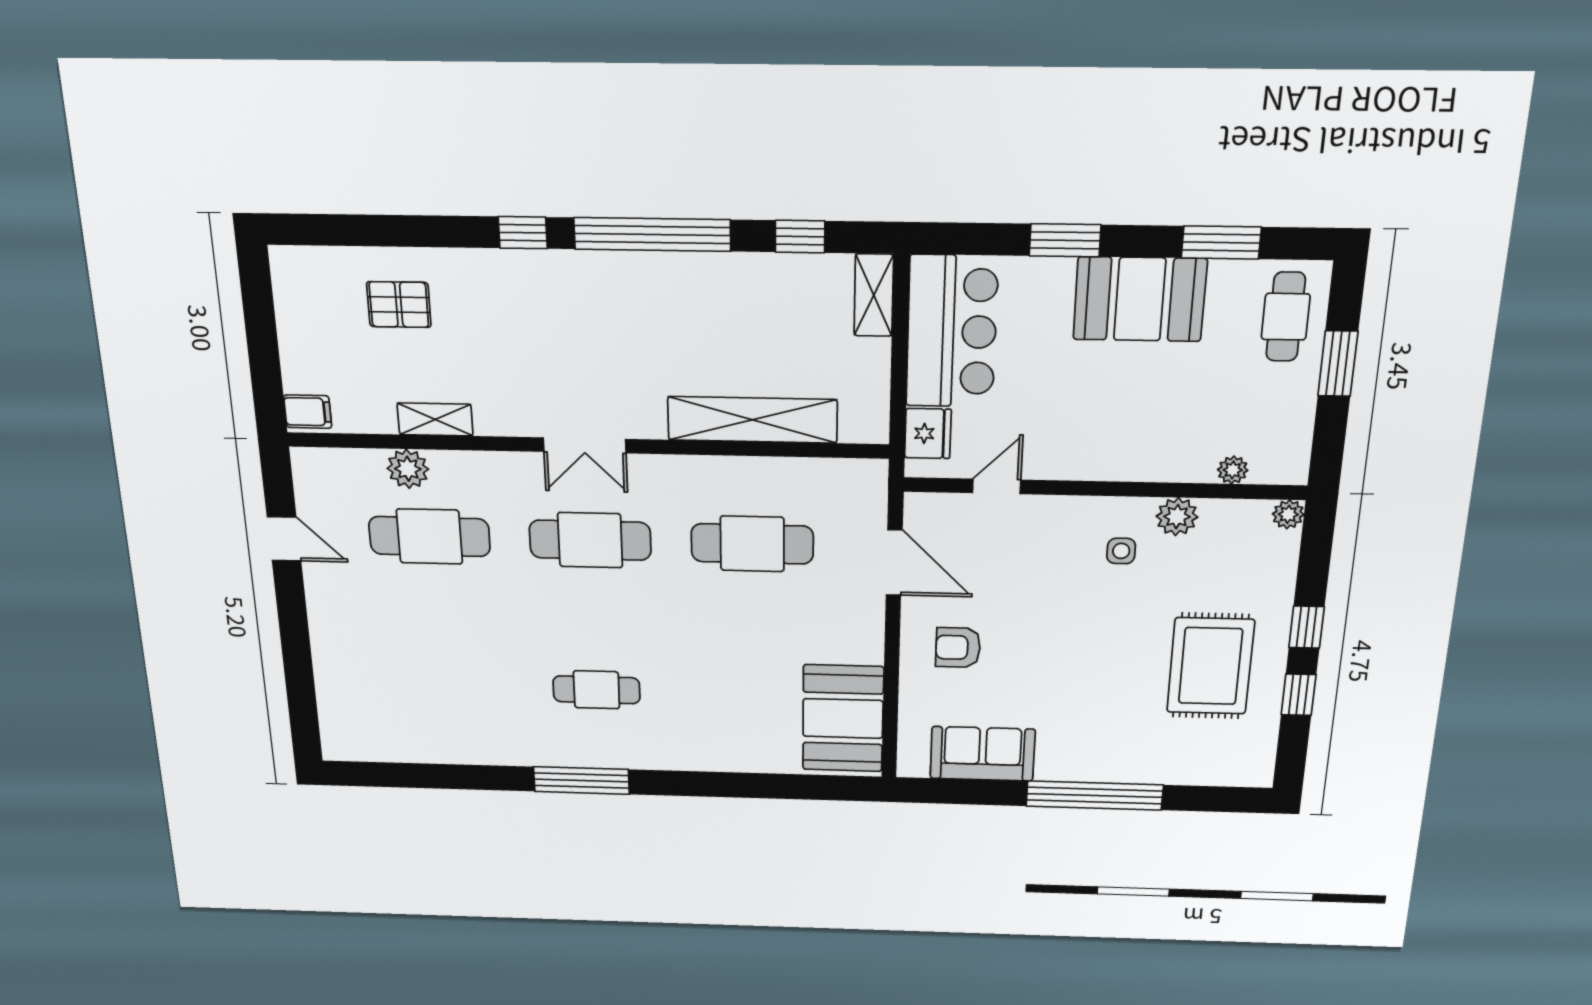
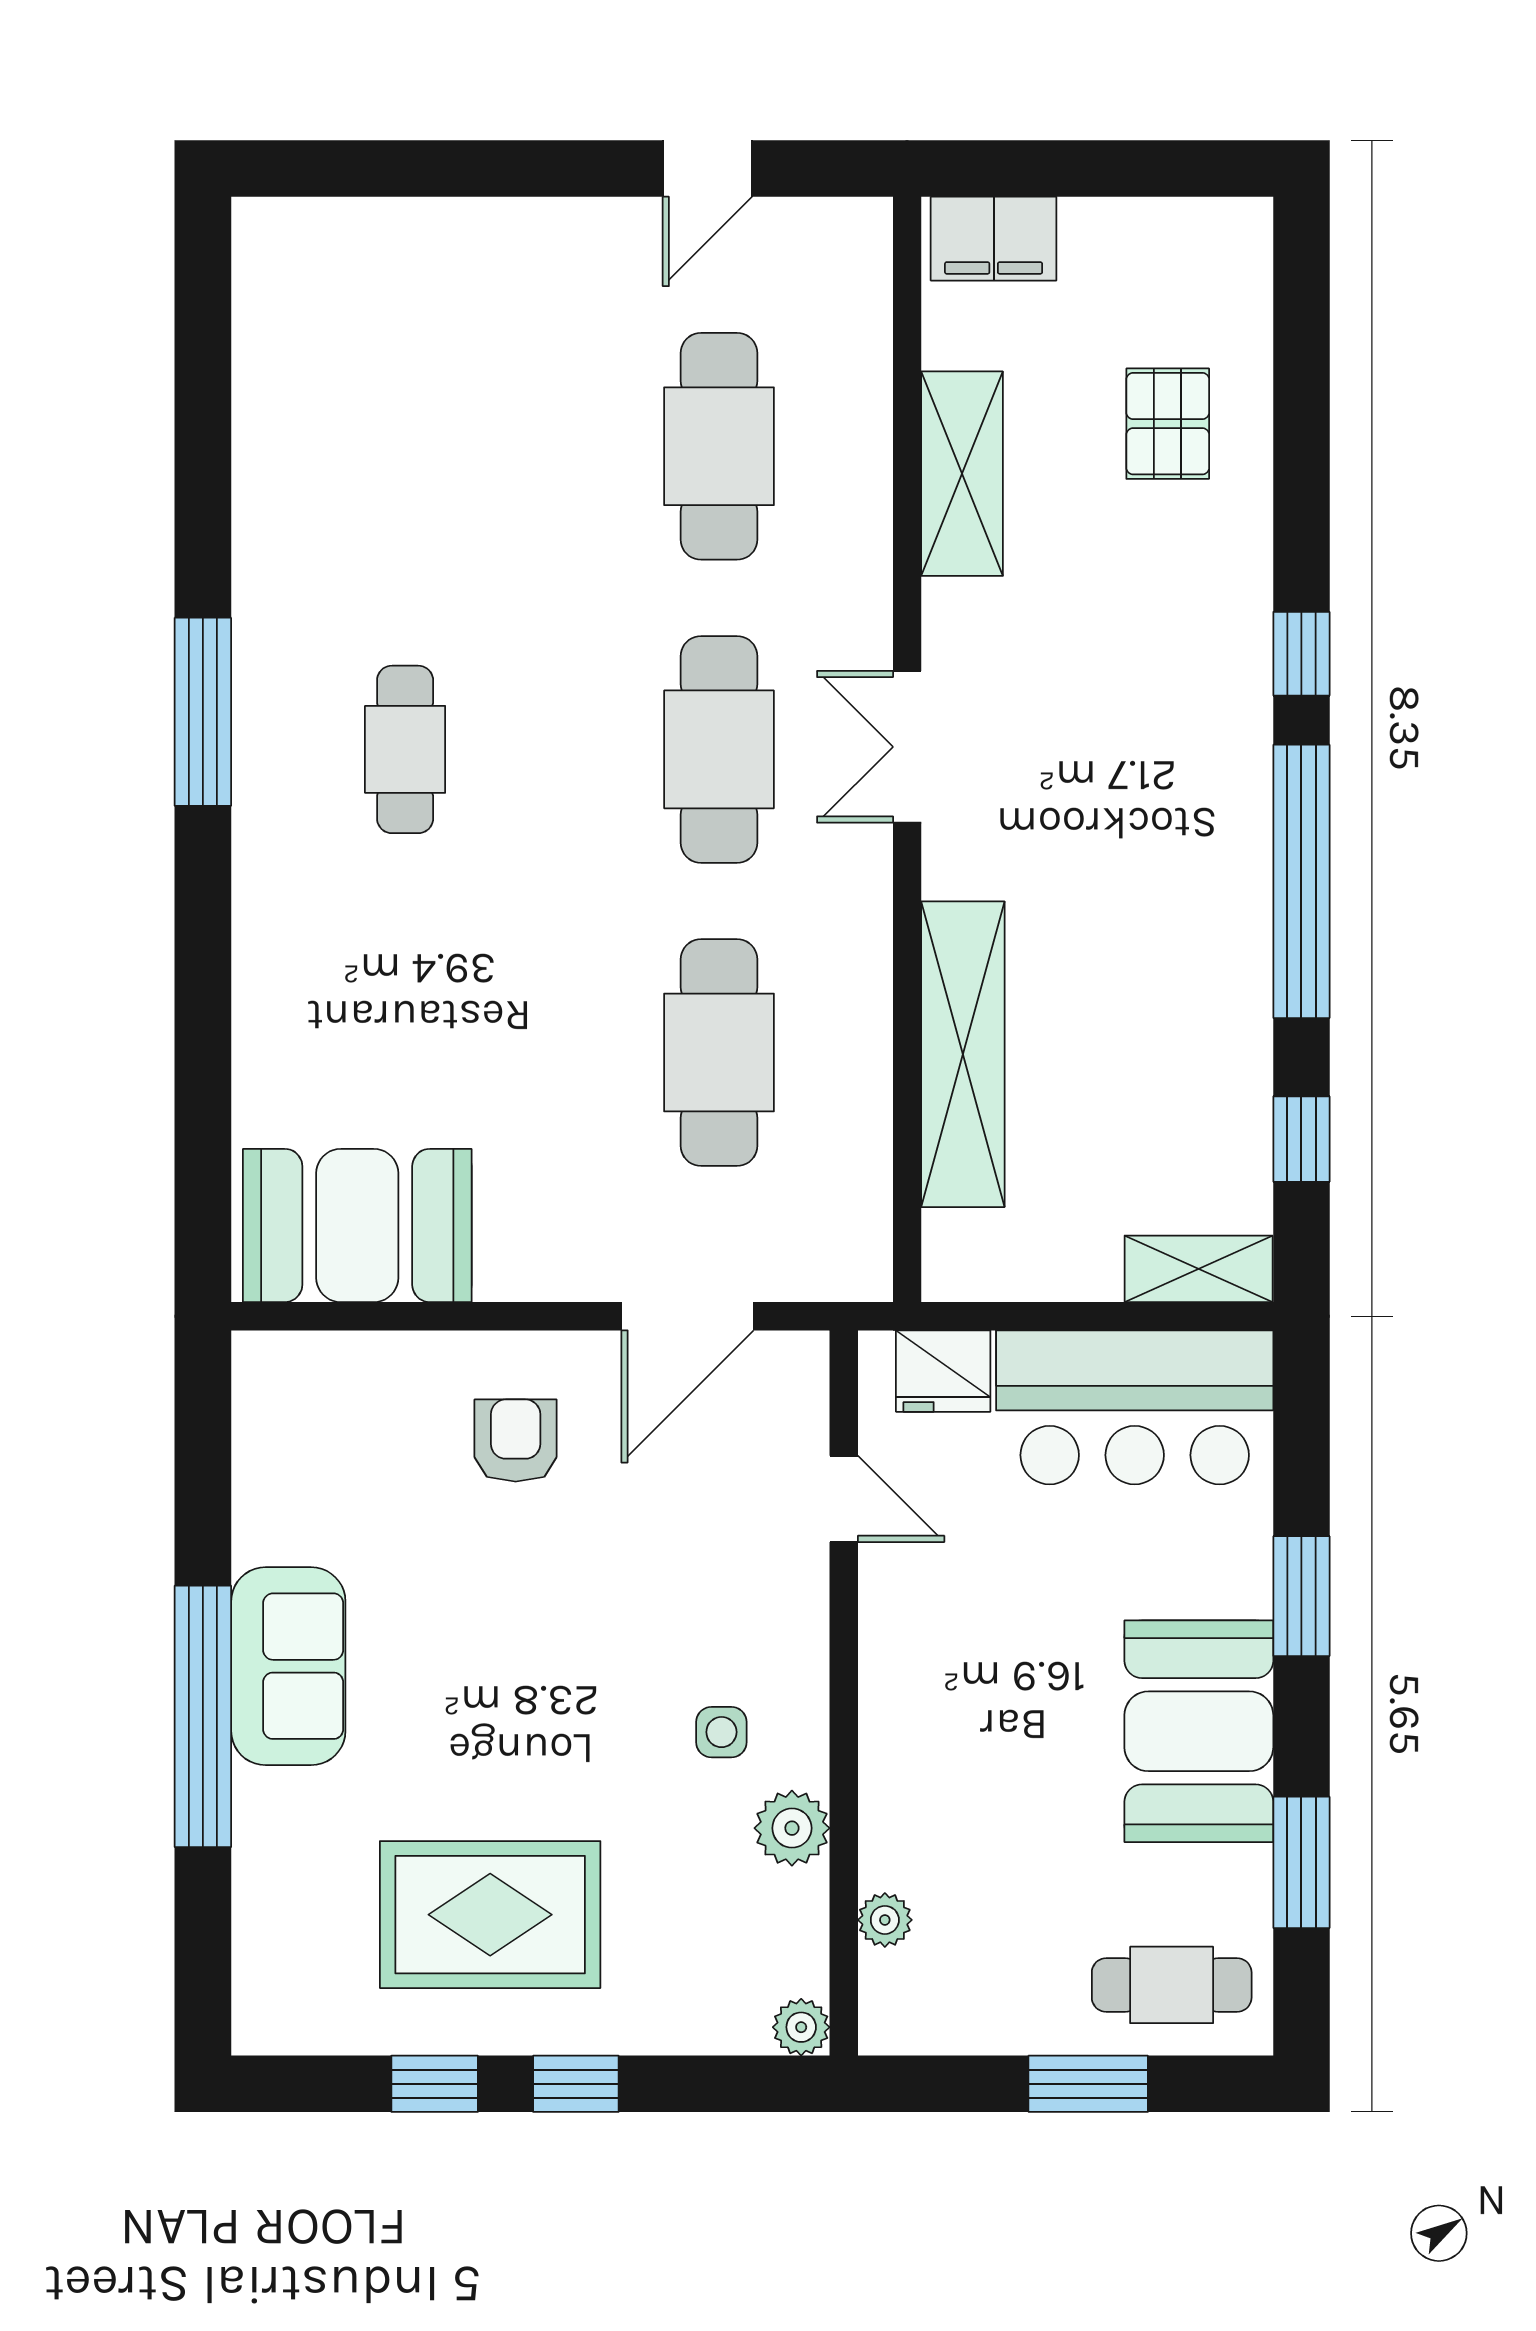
filing cabinet: (308, 412) -> (994, 239), width x2.00
shelving: (435, 419) -> (962, 474), width x1.50, depth x1.33
plant: (408, 469) -> (854, 416), removed
sofa: (982, 754) -> (288, 1666), moved

